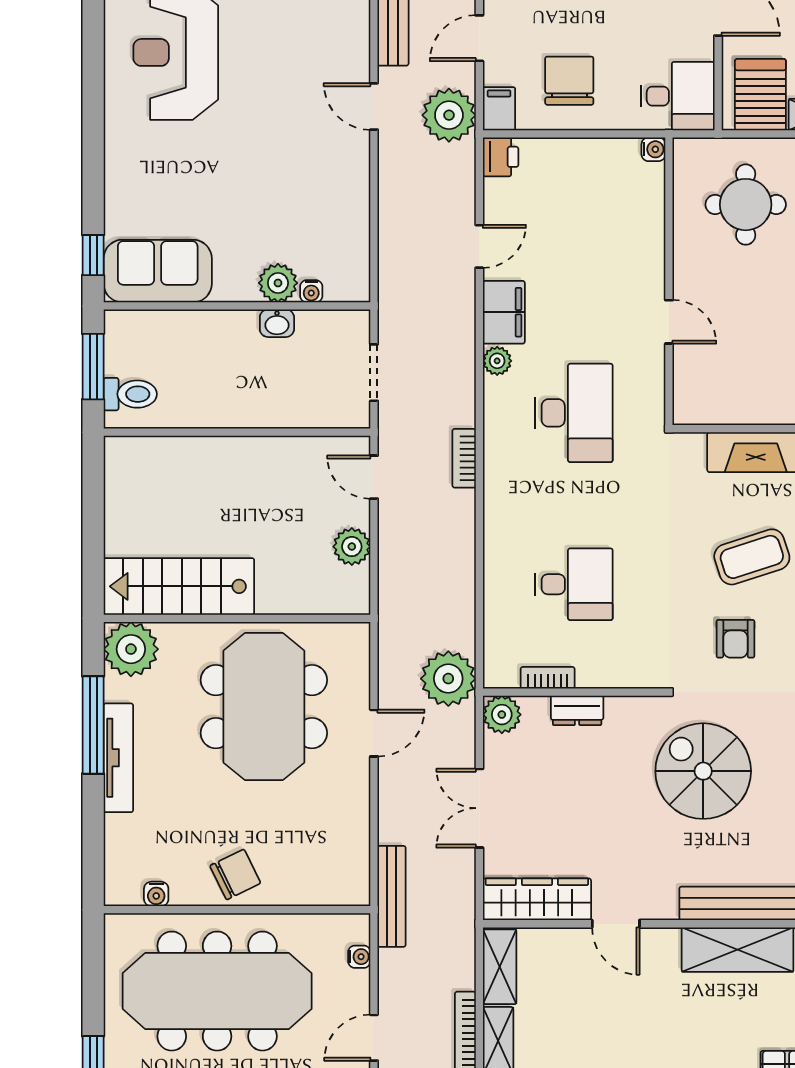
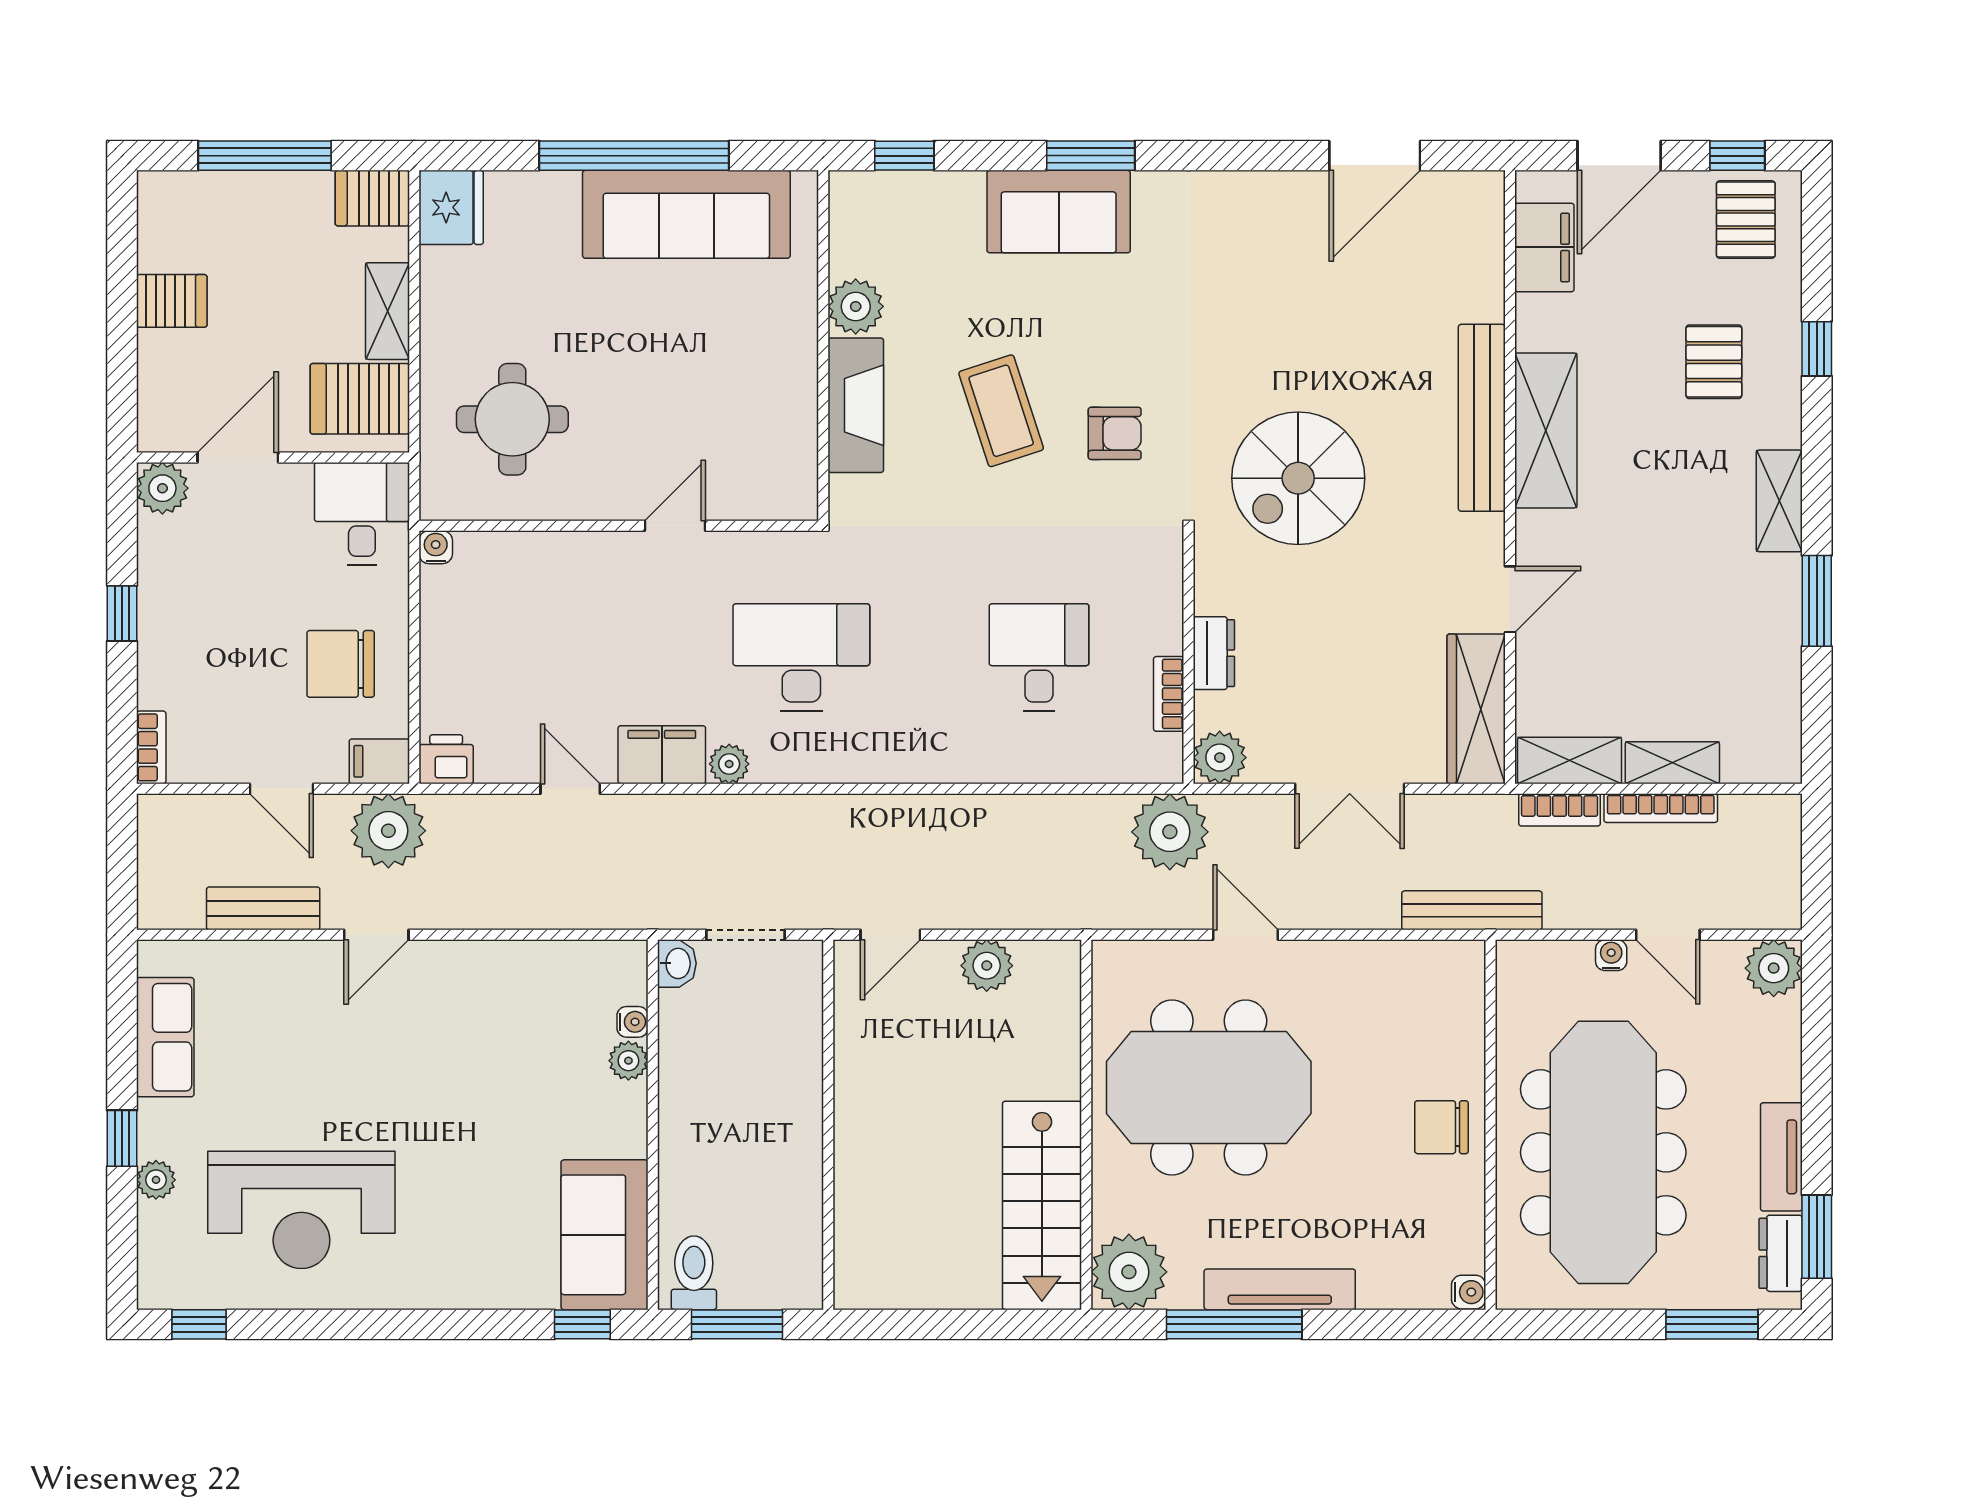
plant: (278, 283) -> (628, 1061), width x0.73, depth x0.73
washbasin: (277, 323) -> (677, 963), moved
toilet: (130, 394) -> (694, 1273), moved
bookcase: (464, 458) -> (1560, 810), moved
chair: (235, 874) -> (1441, 1127), turned -64
water cooler: (156, 894) -> (1469, 1292), moved
water cooler: (359, 957) -> (1611, 955), moved

